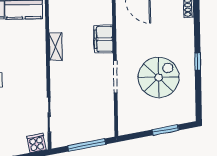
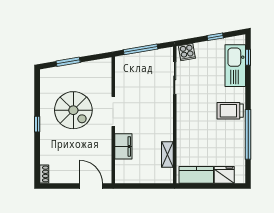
shelving: (56, 46) -> (167, 155), moved
spiral stairs: (159, 77) -> (73, 110), turned -90

